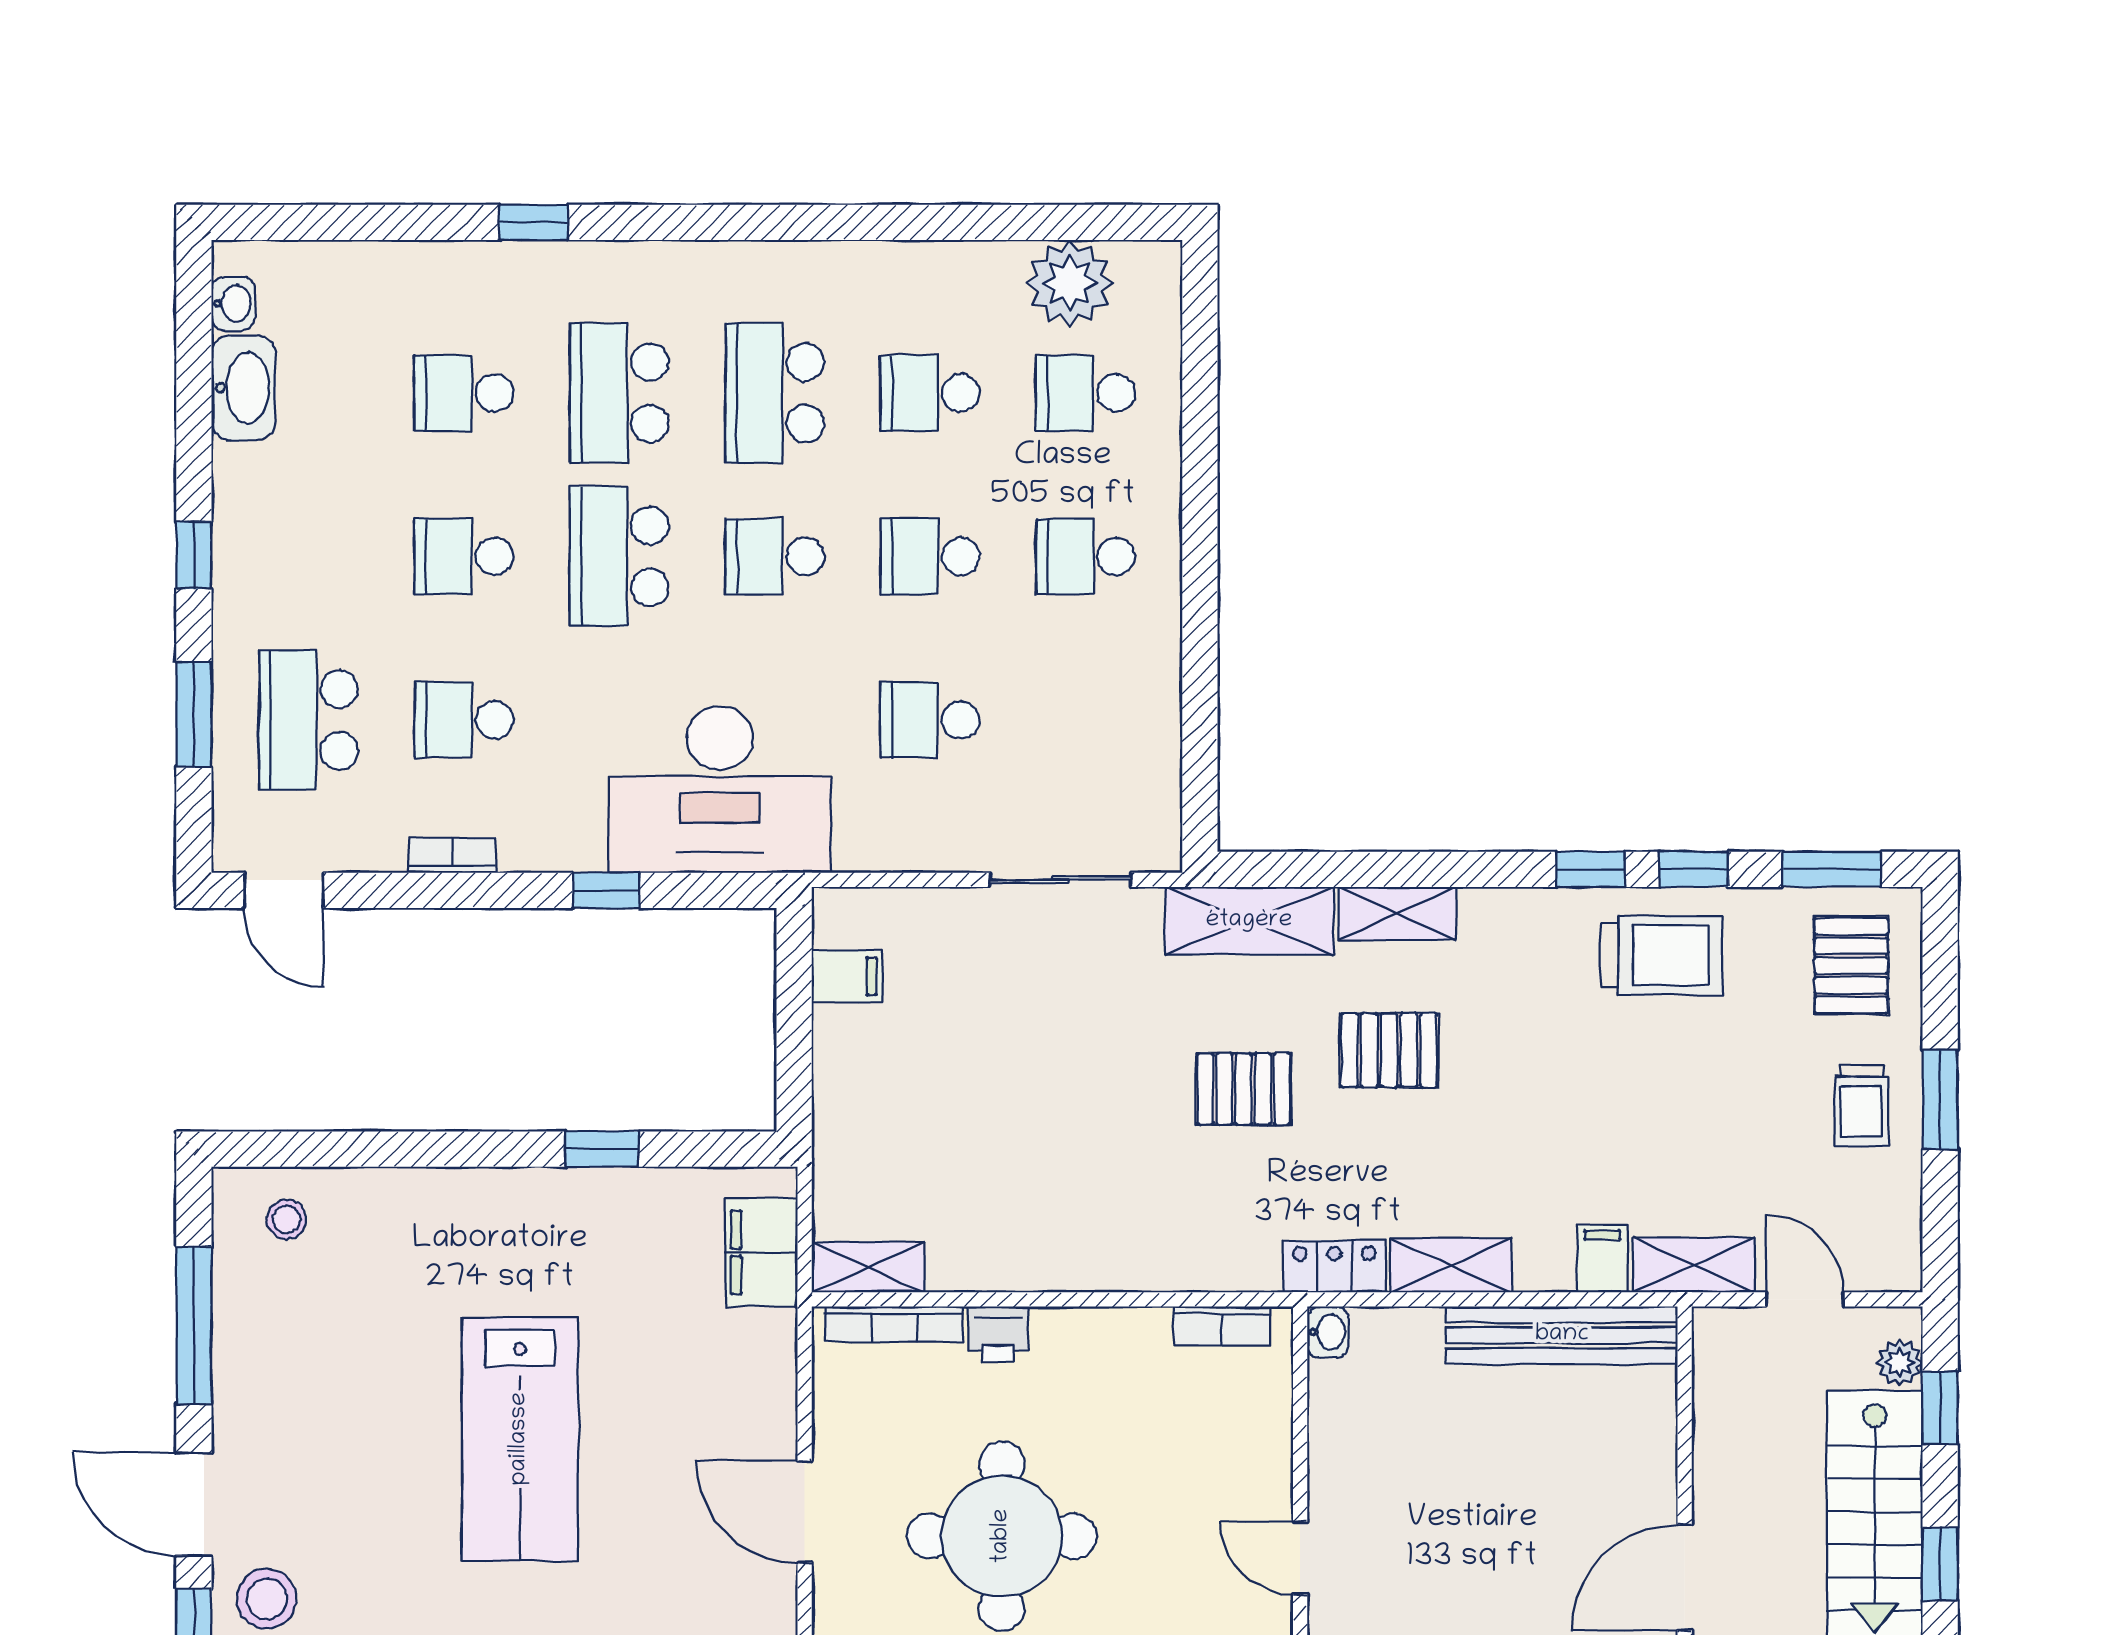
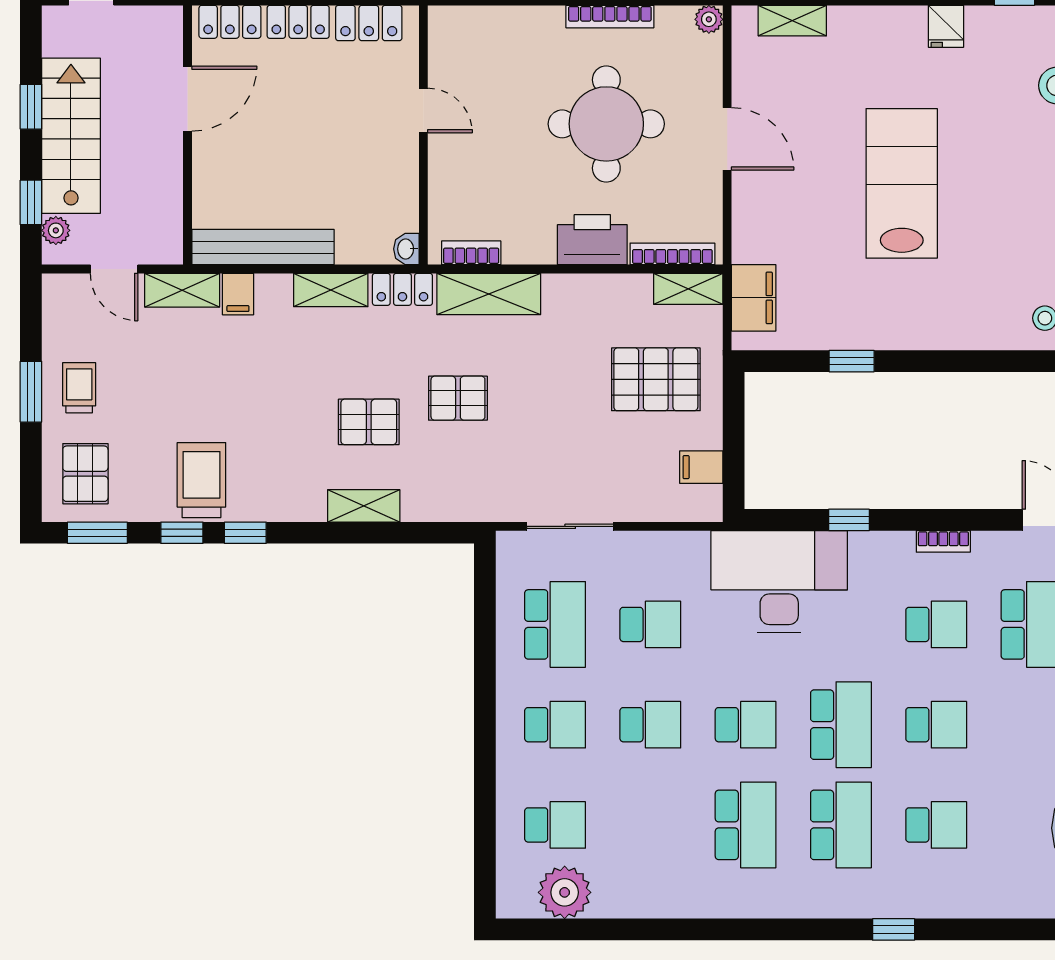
school desk: (930, 393) -> (555, 624), moved, width x1.85
shelving: (1249, 921) -> (489, 294), moved
trolley: (1662, 955) -> (201, 480), turned 90
pallet: (921, 1120) -> (656, 379), added
printer: (998, 1334) -> (592, 240), width x1.87, depth x1.48

